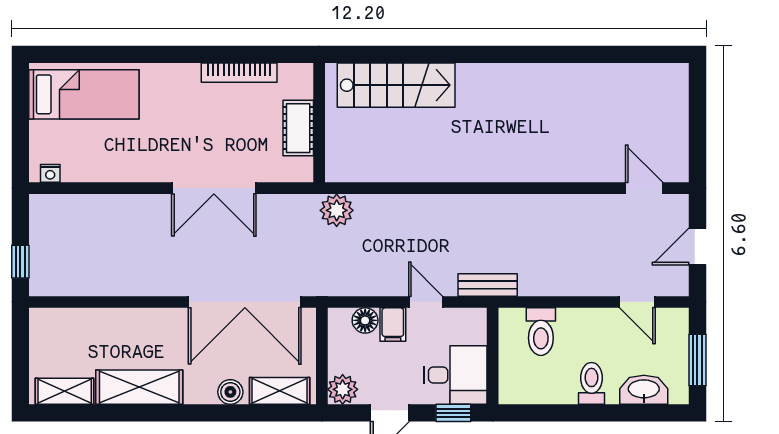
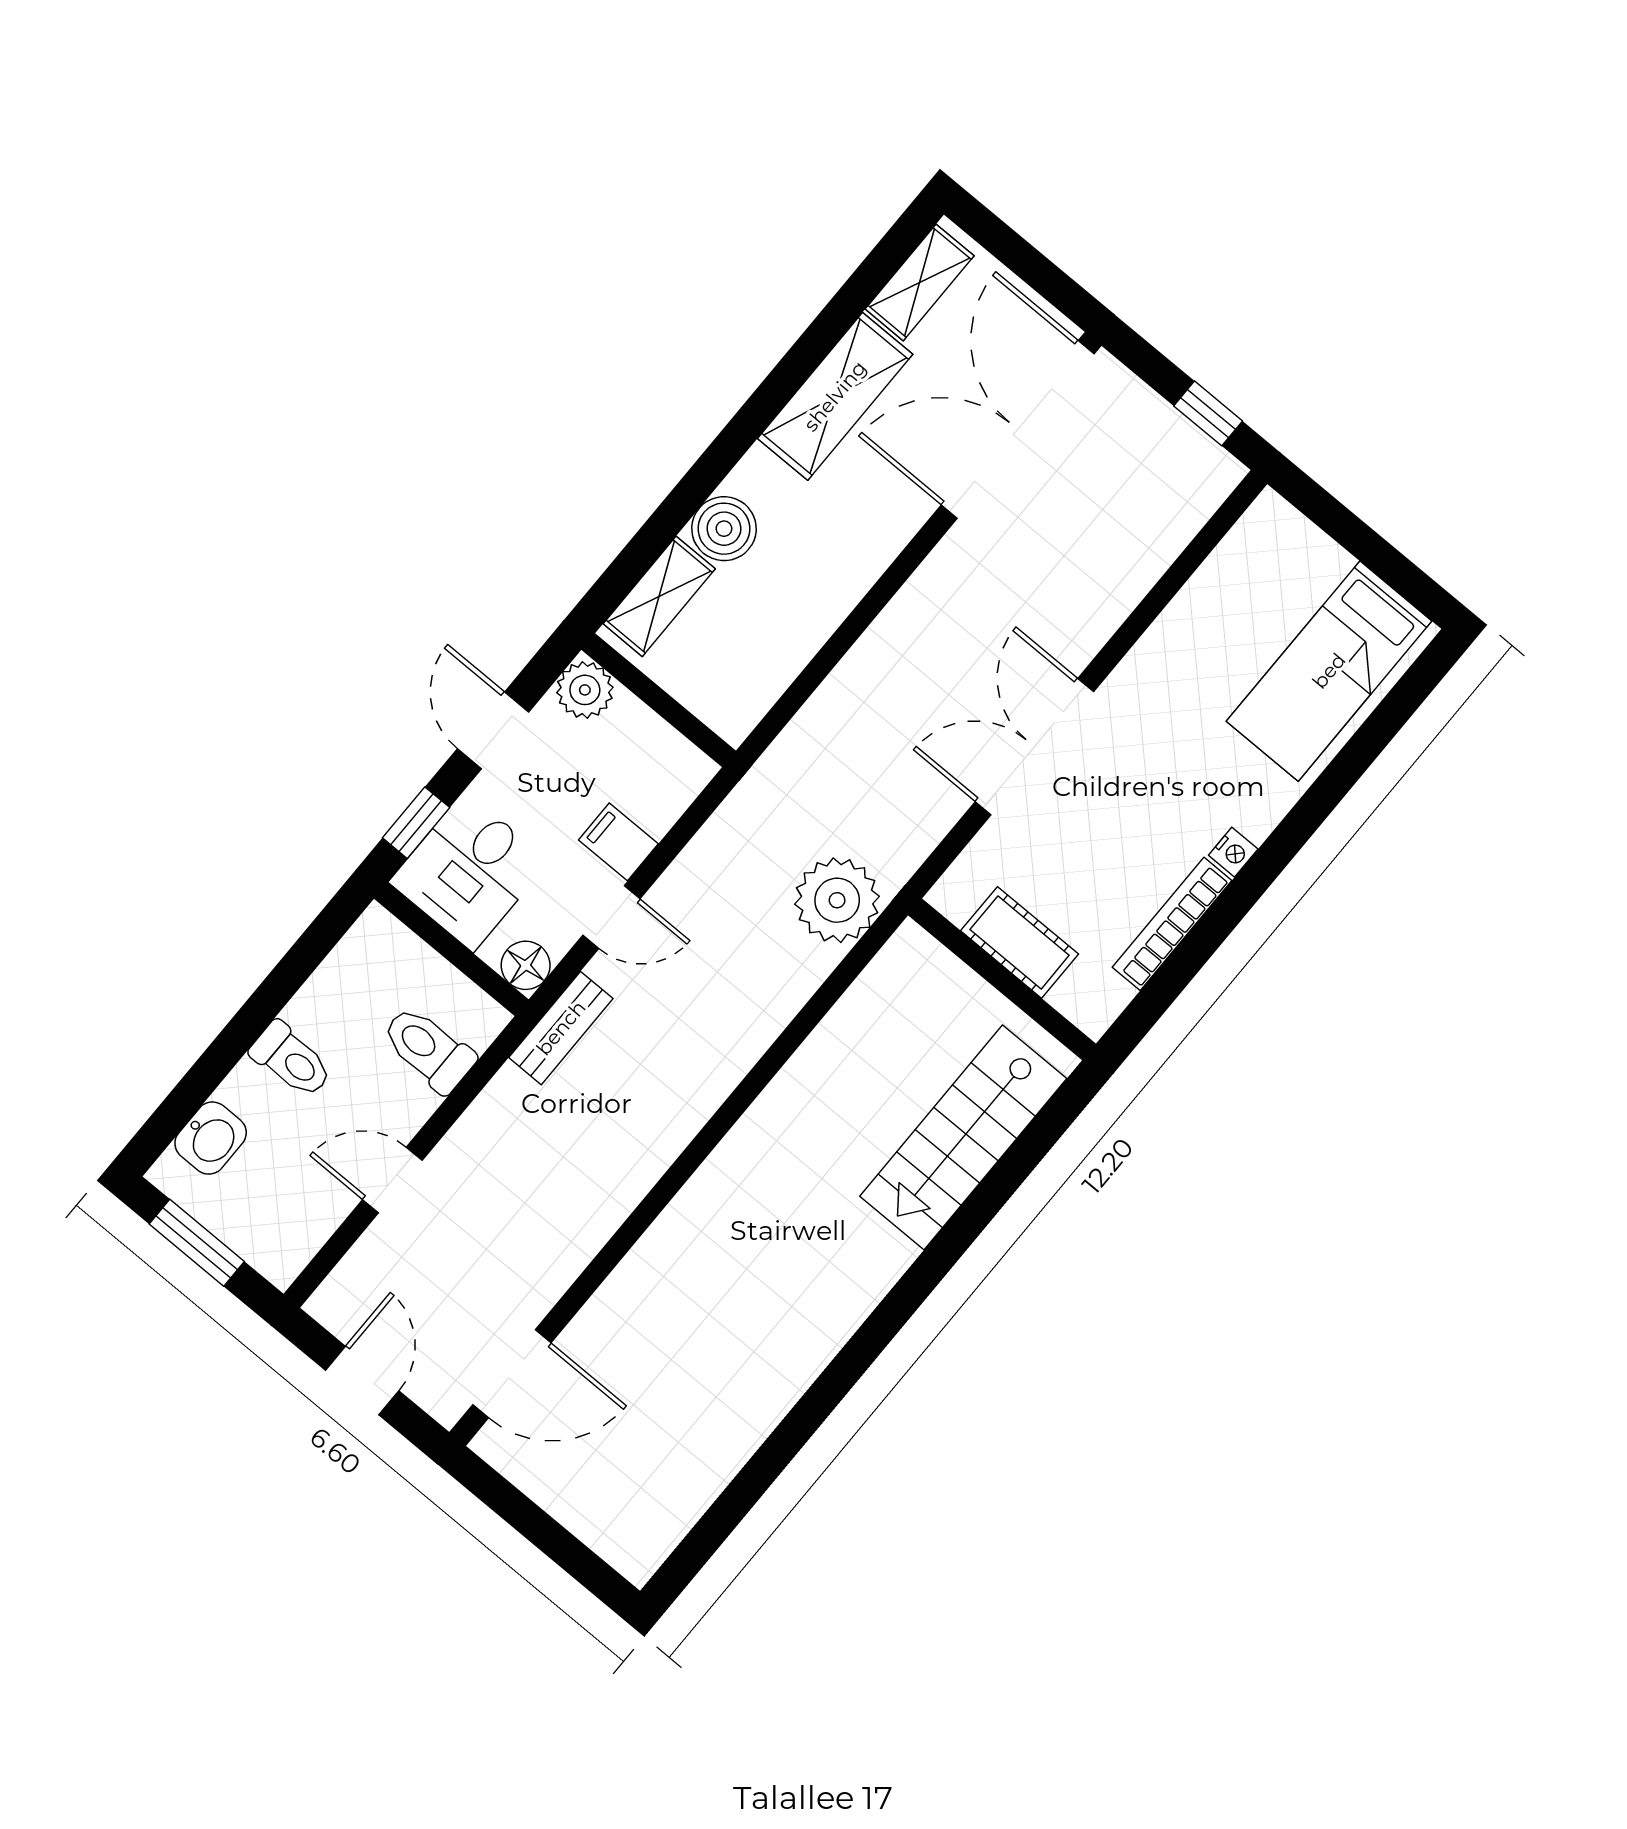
nightstand: (50, 173) -> (1233, 852), moved, turned 180
door: (644, 188) -> (512, 1374), width x1.38
plant: (337, 210) -> (837, 900), width x1.36, depth x1.36
window: (20, 262) -> (1208, 413), moved
double door: (245, 302) -> (1018, 429), moved
door: (637, 302) -> (392, 1180), moved
floor lamp: (365, 320) -> (526, 965), moved
washbasin: (644, 390) -> (211, 1138), width x0.72
boiler: (230, 392) -> (724, 529), width x1.36, depth x1.36

